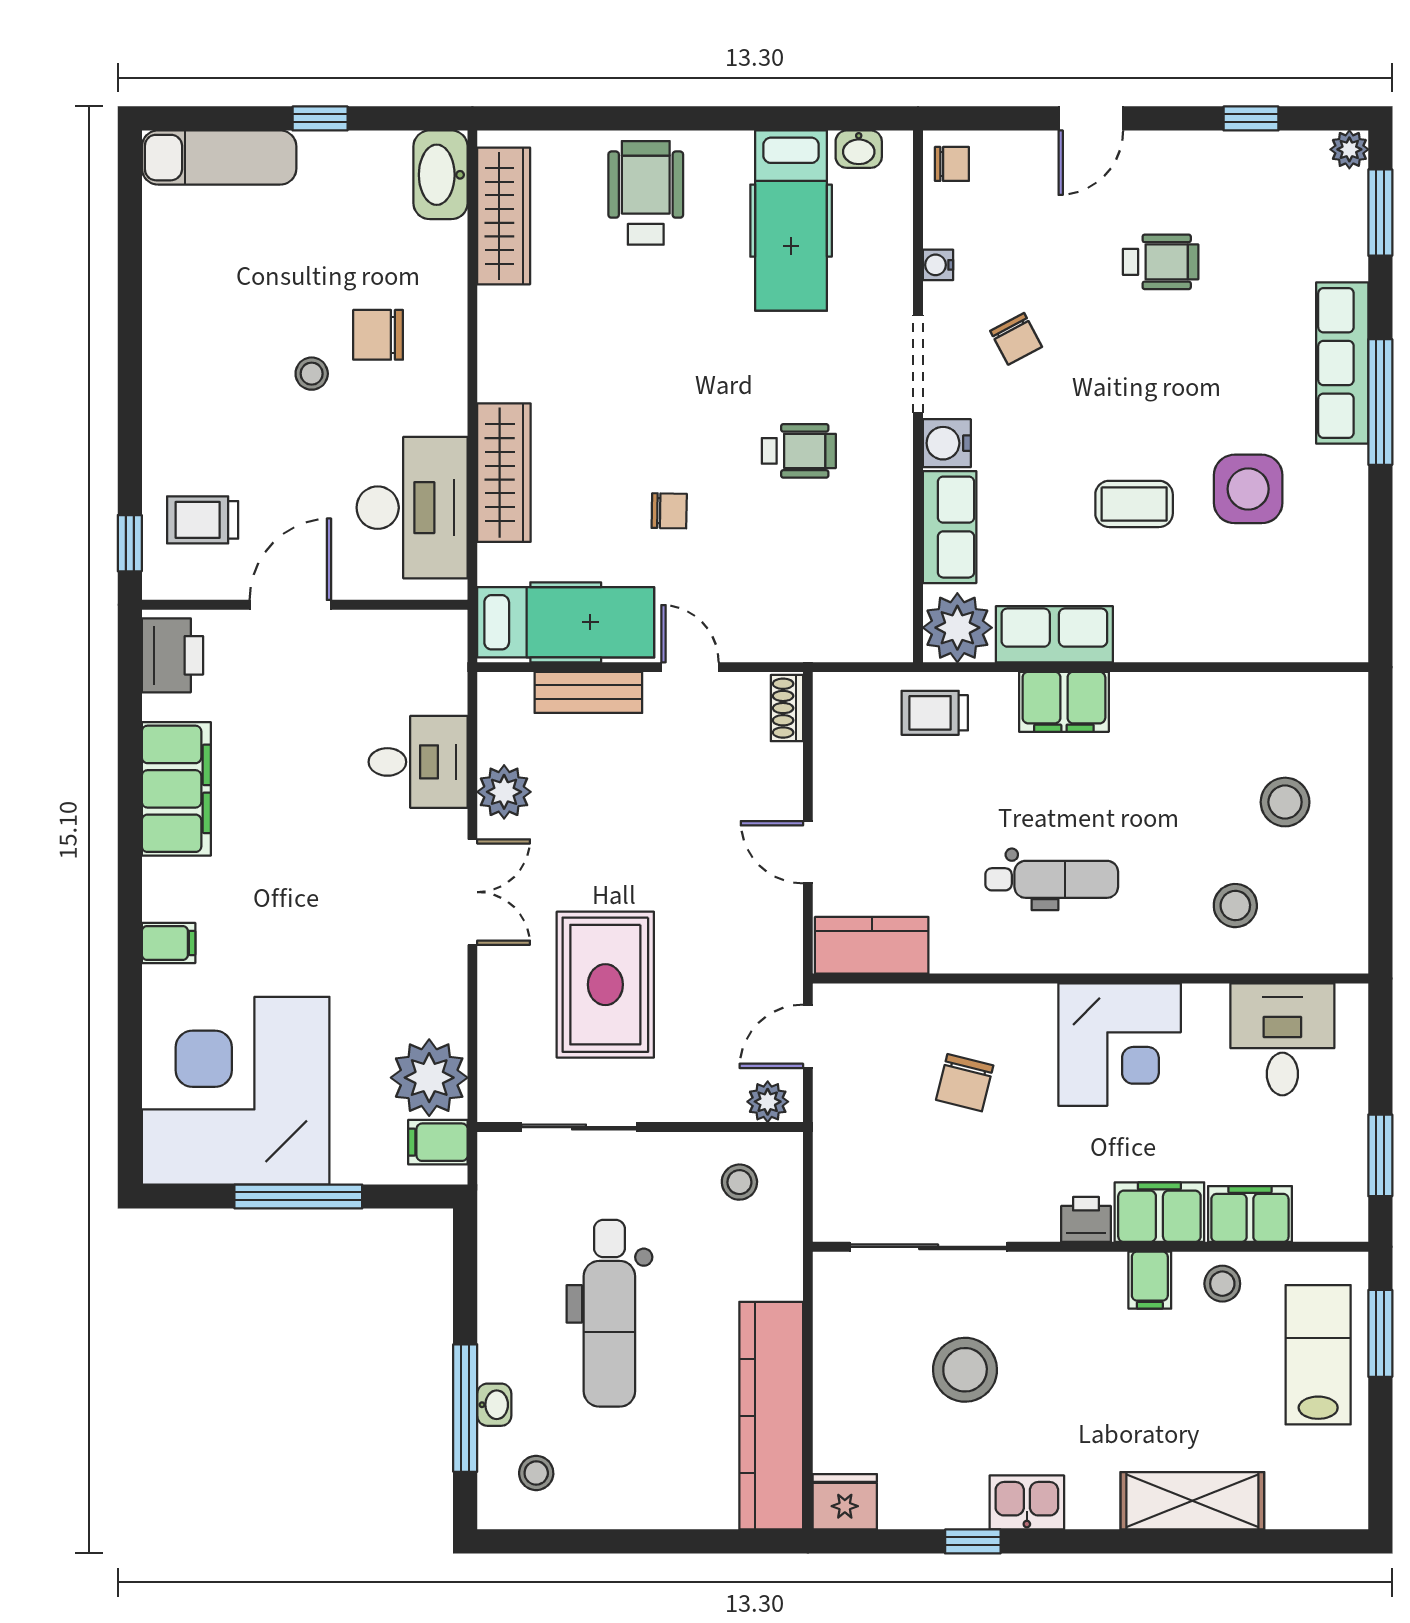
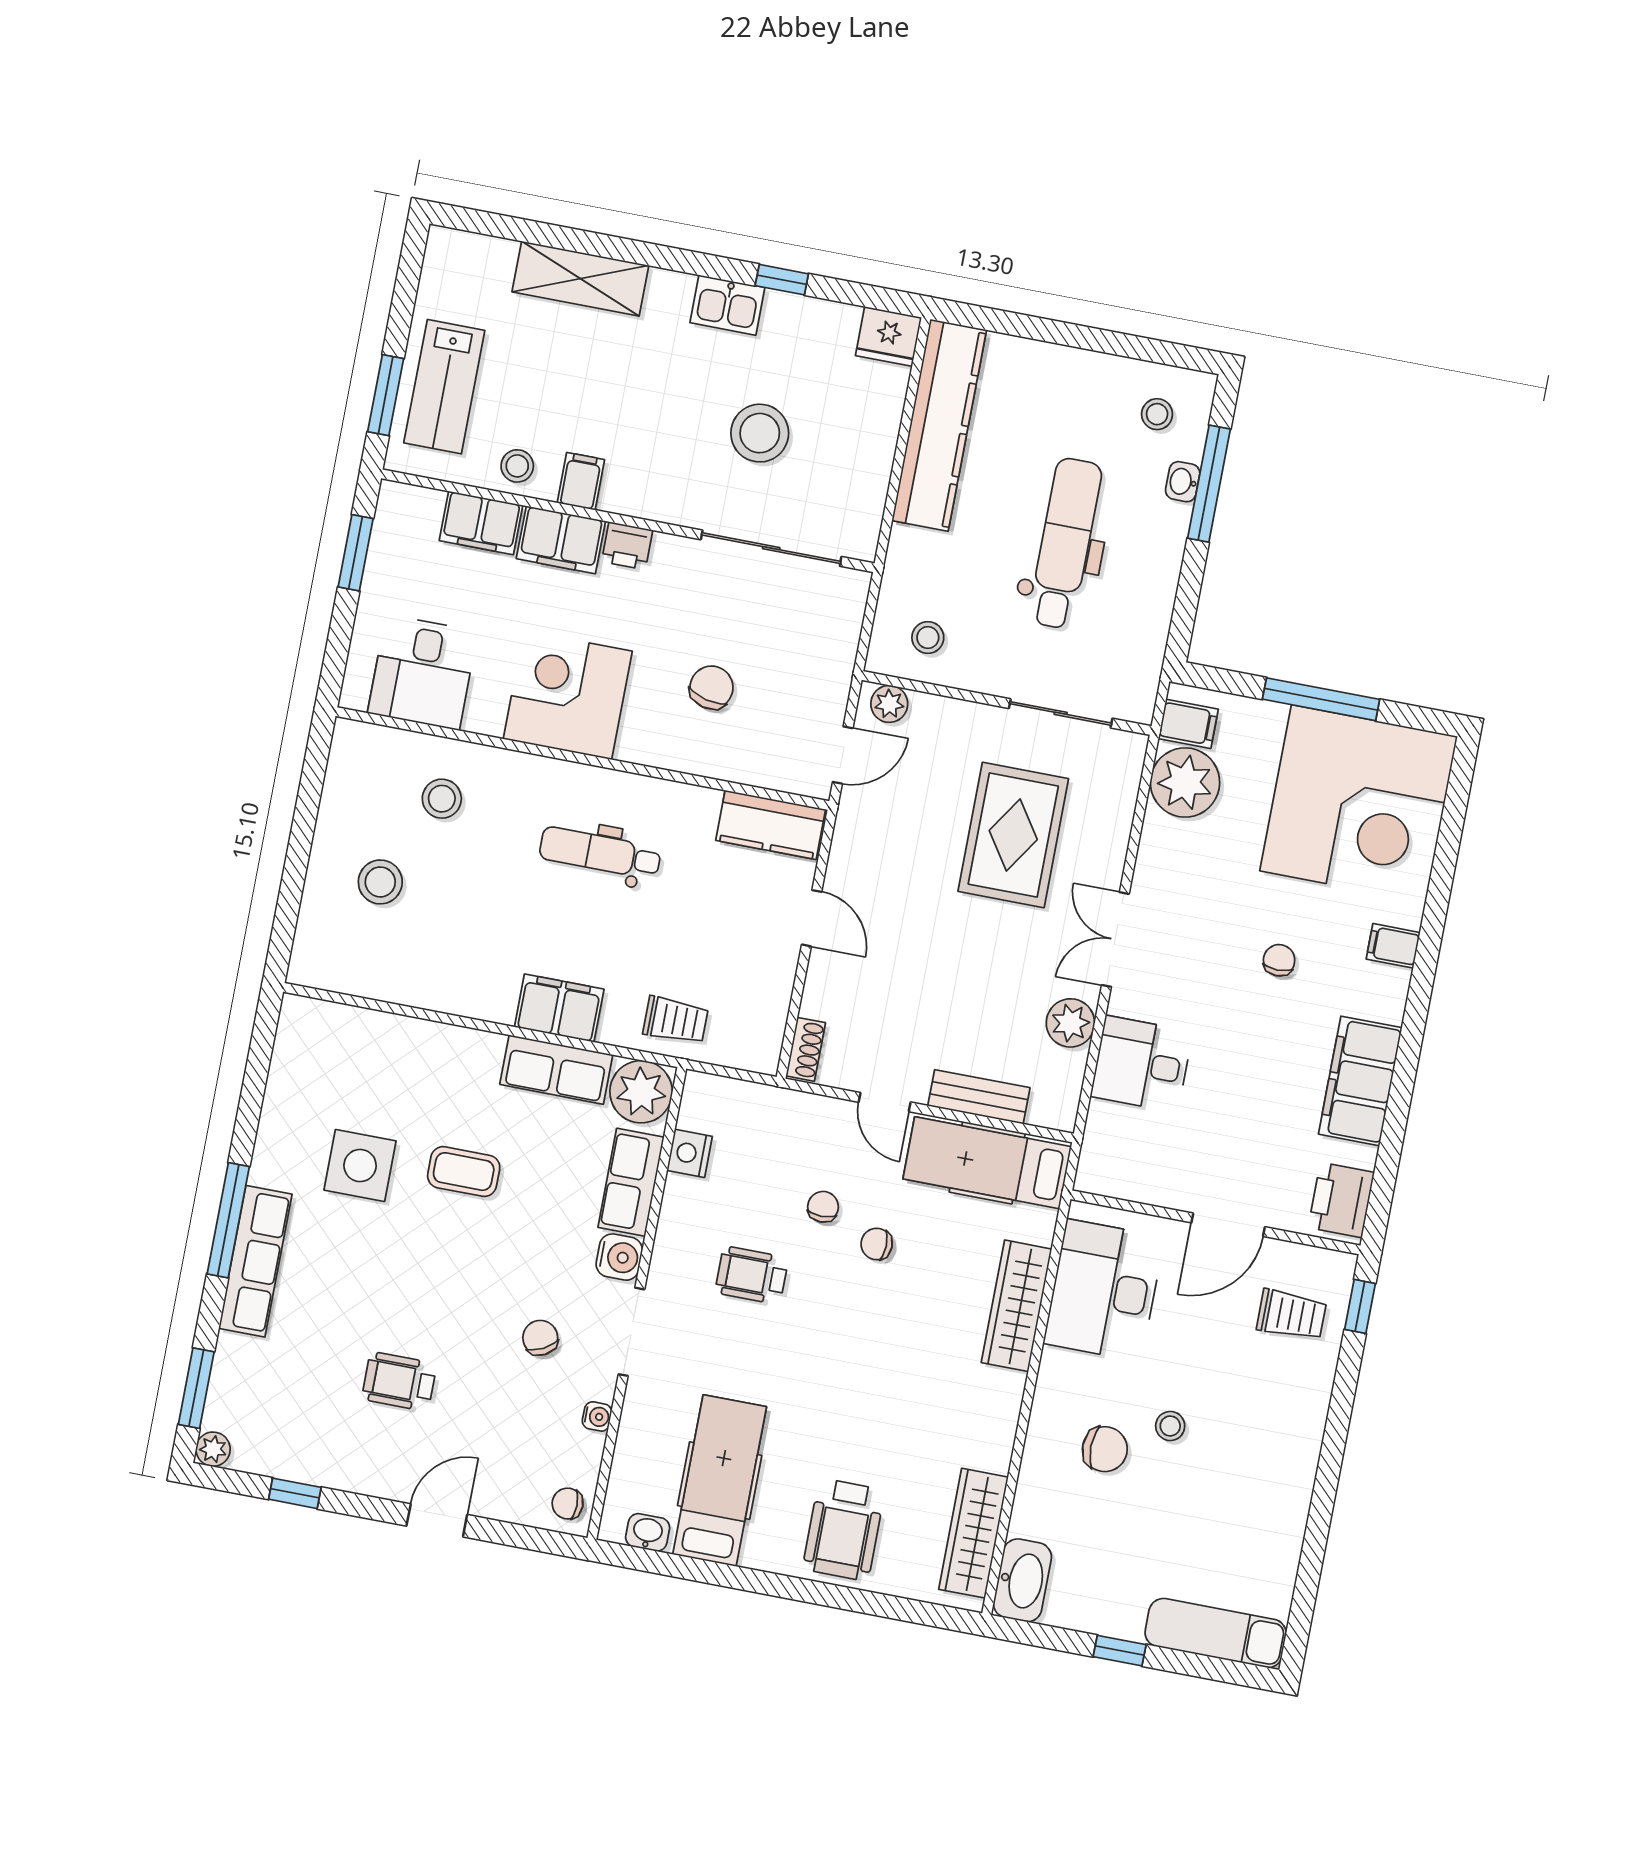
chair: (735, 540) -> (823, 1207), added
nightstand: (892, 571) -> (690, 1153), added
chair: (290, 904) -> (1279, 960), added

